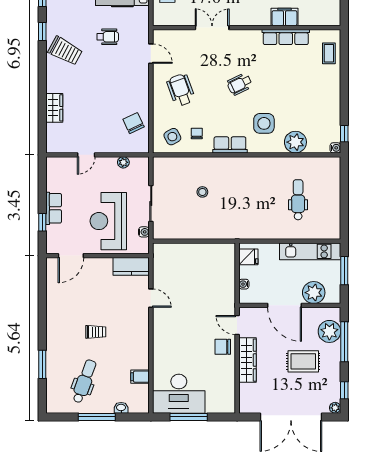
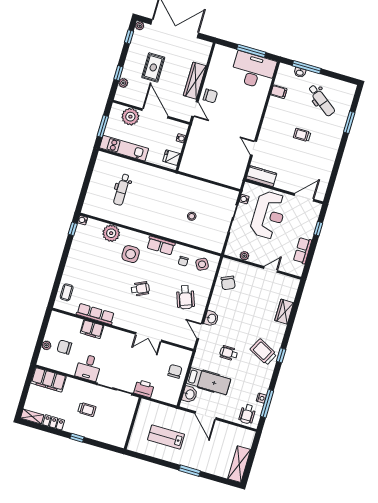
window: (42, 31) -> (281, 355), moved
washbasin: (141, 73) -> (211, 318), added
row of seats: (54, 208) -> (303, 250), moved
plant: (329, 331) -> (123, 83), width x0.53, depth x0.53
window: (344, 342) -> (118, 73), width x0.46
rug: (303, 361) -> (153, 67), turned 90
dental chair: (84, 381) -> (321, 100), turned -73
window: (97, 417) -> (307, 67), moved

